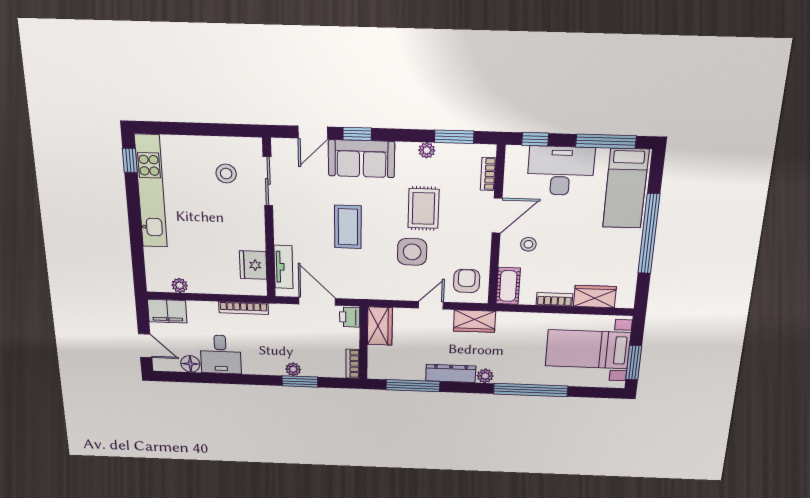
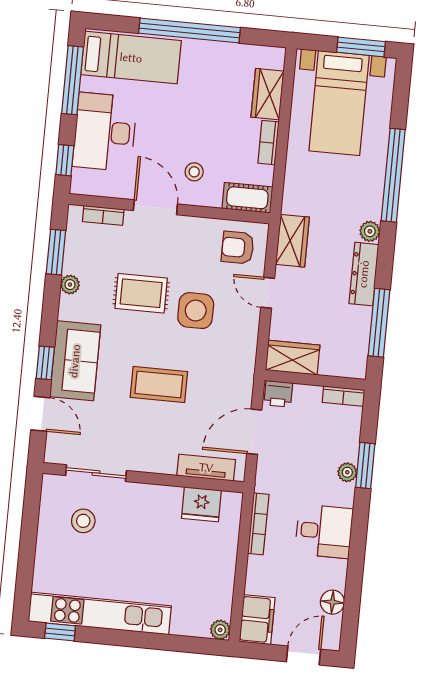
plant: (180, 285) -> (220, 630), moved
desk: (221, 354) -> (324, 531), moved

